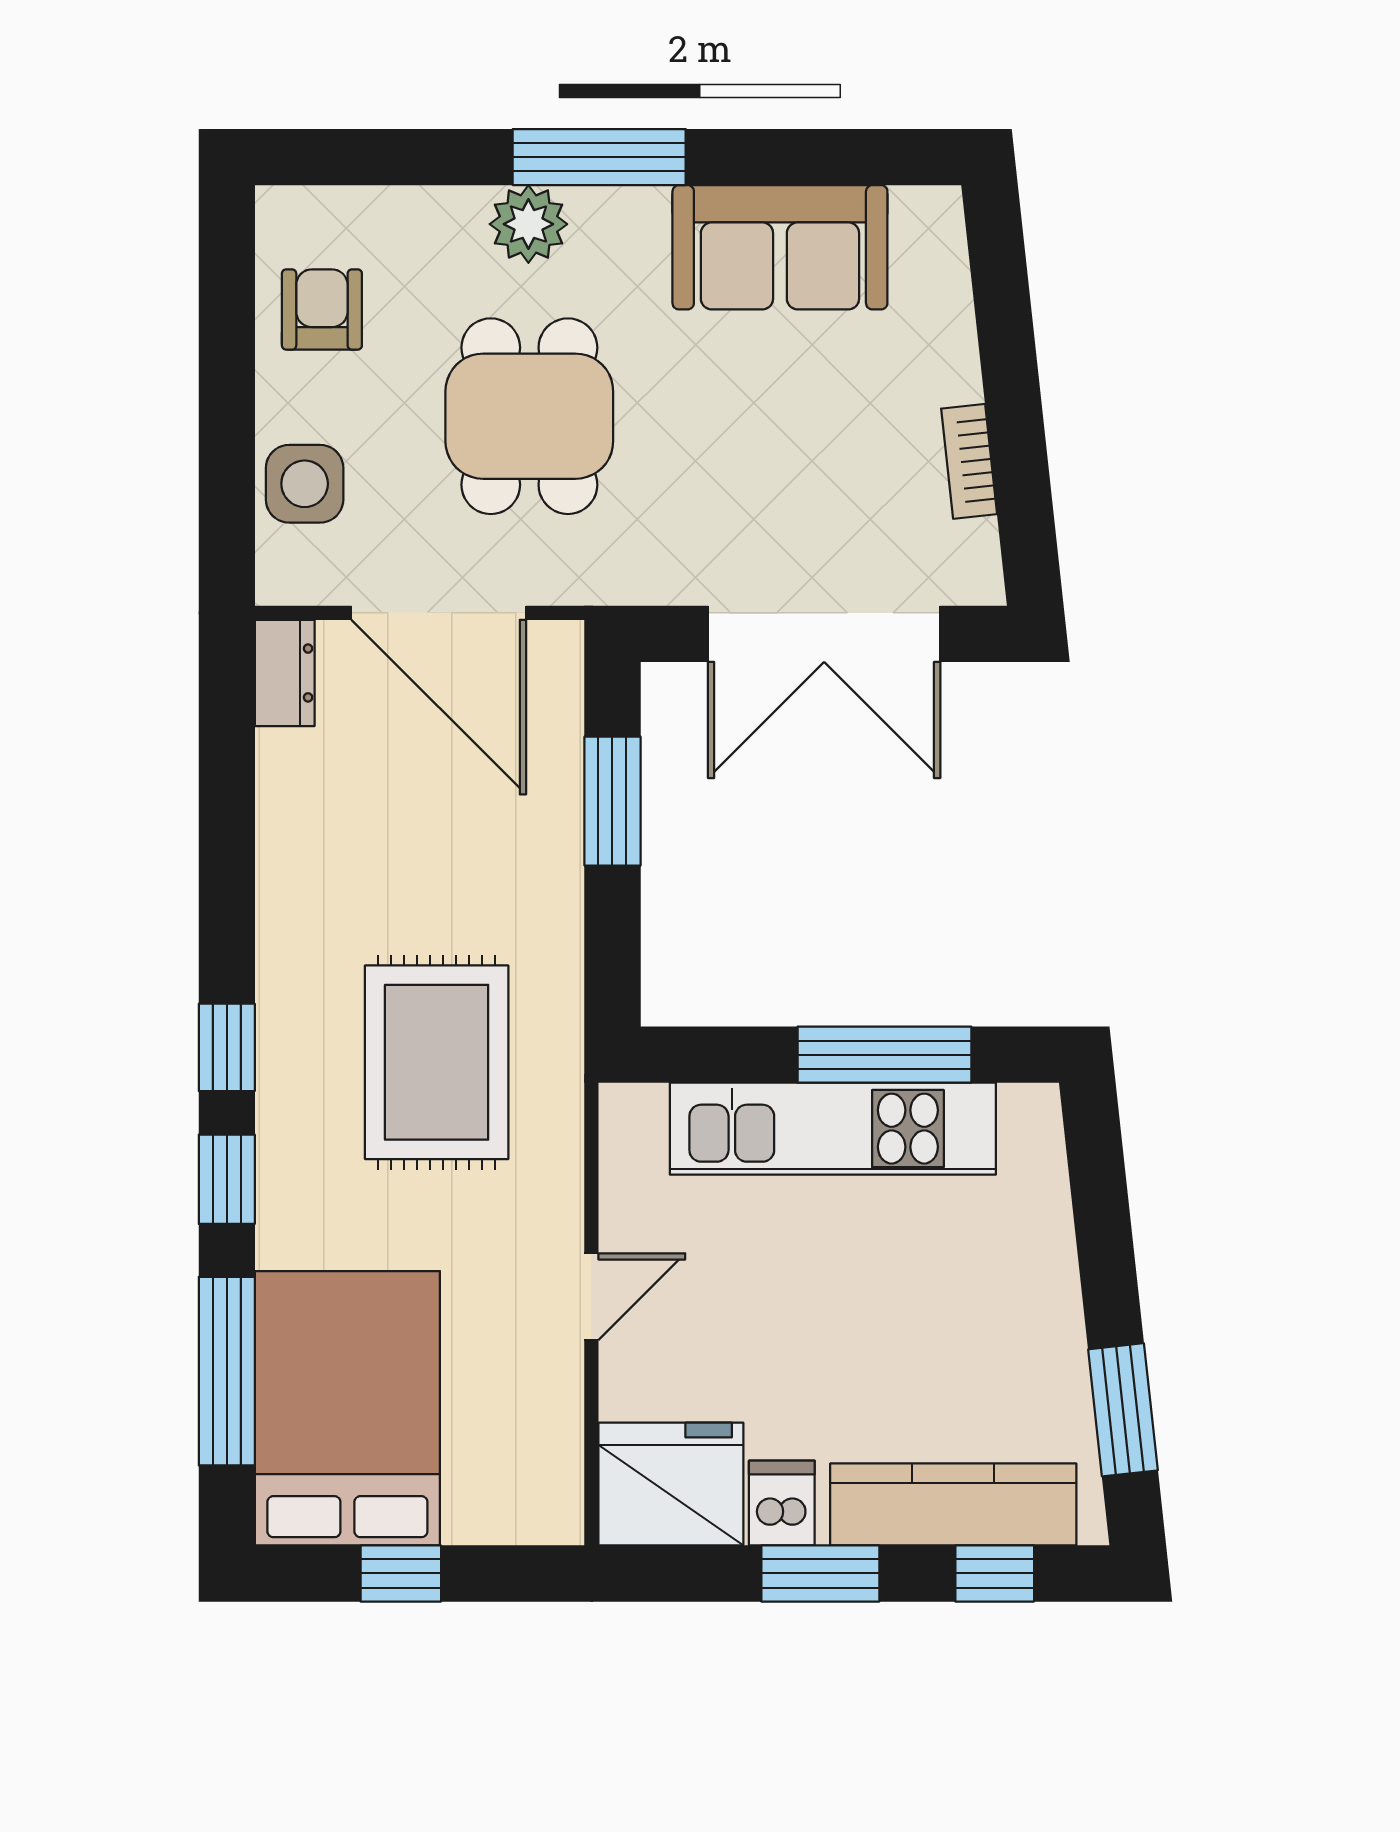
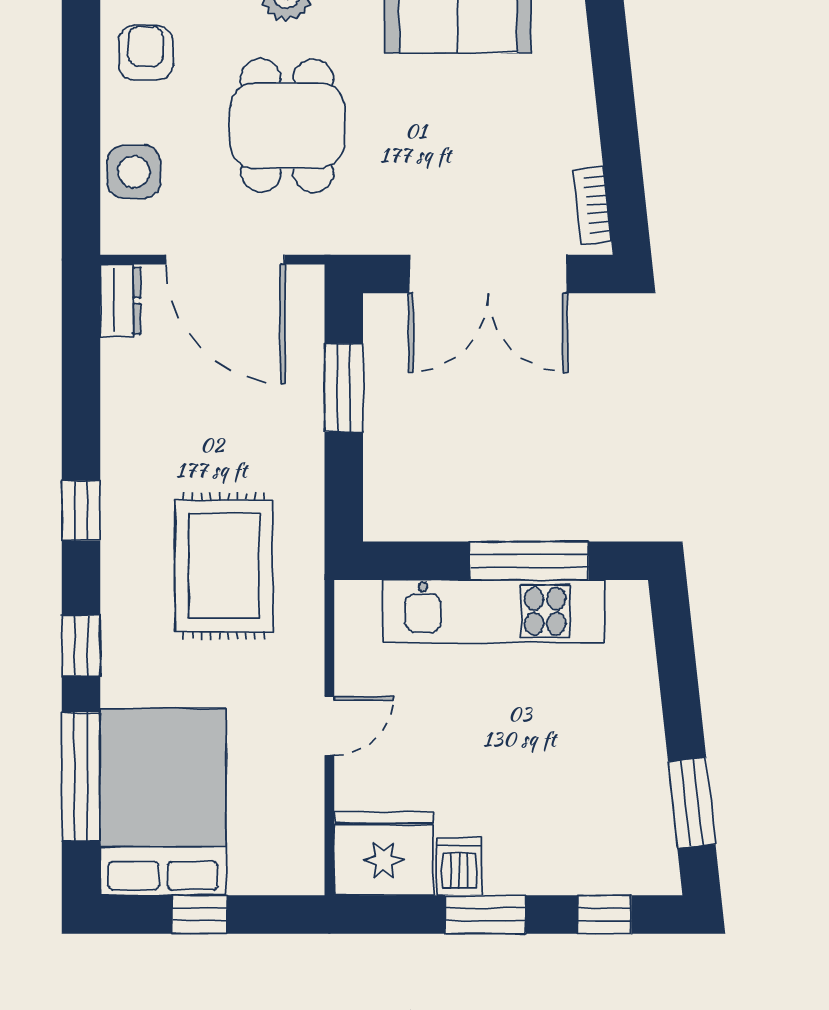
bookcase: (969, 461) -> (592, 205), moved
window: (227, 1047) -> (81, 511), moved
kitchen counter: (953, 1504) -> (576, 867), removed

